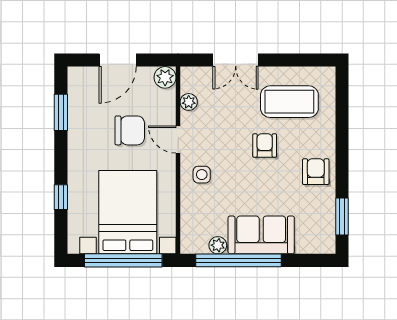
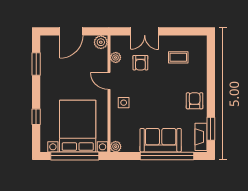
coffee table: (289, 102) -> (178, 57), width x0.54, depth x0.58
chair: (130, 130) -> (79, 75), removed
armchair: (265, 145) -> (140, 63), moved, turned 180
fireplace: (326, 230) -> (201, 137), added
plant: (218, 245) -> (116, 147), moved
window: (238, 260) -> (167, 156), moved

